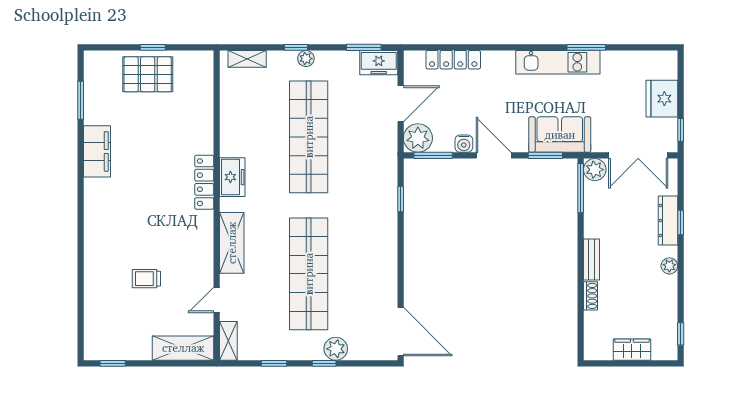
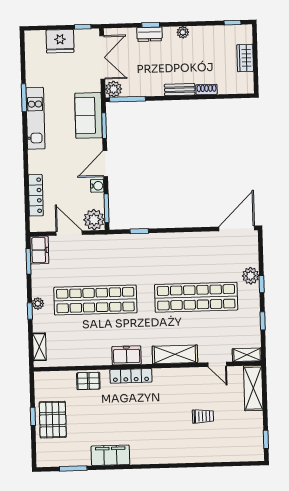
pallet: (199, 124) -> (88, 381), added
dresser: (668, 220) -> (149, 34), width x0.70
trolley: (146, 279) -> (203, 416), turned -90

